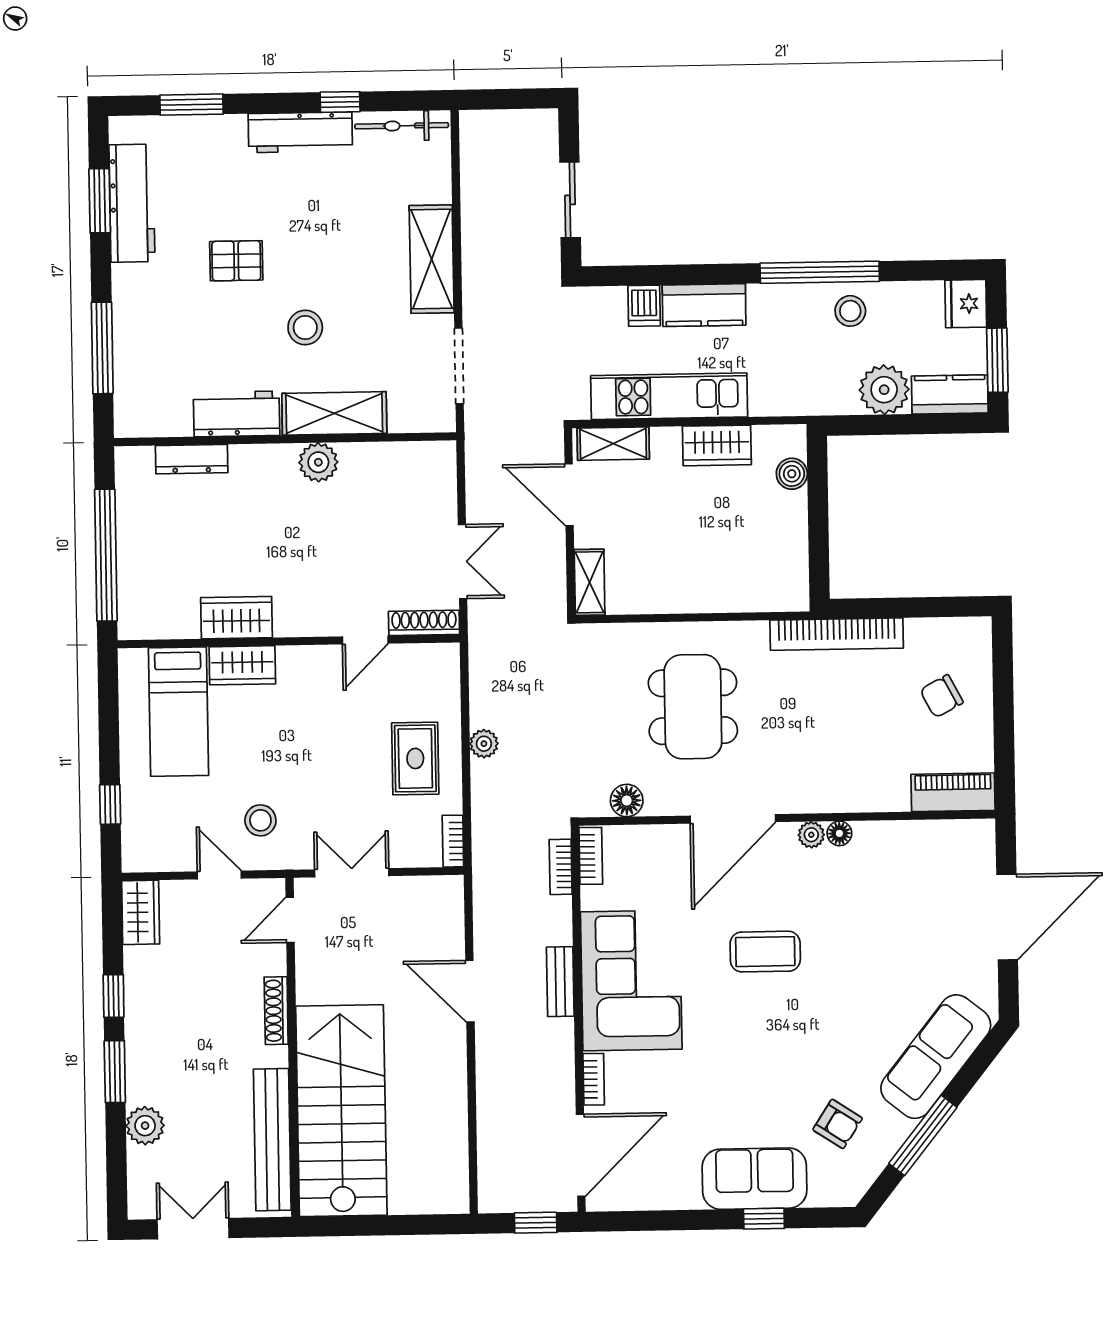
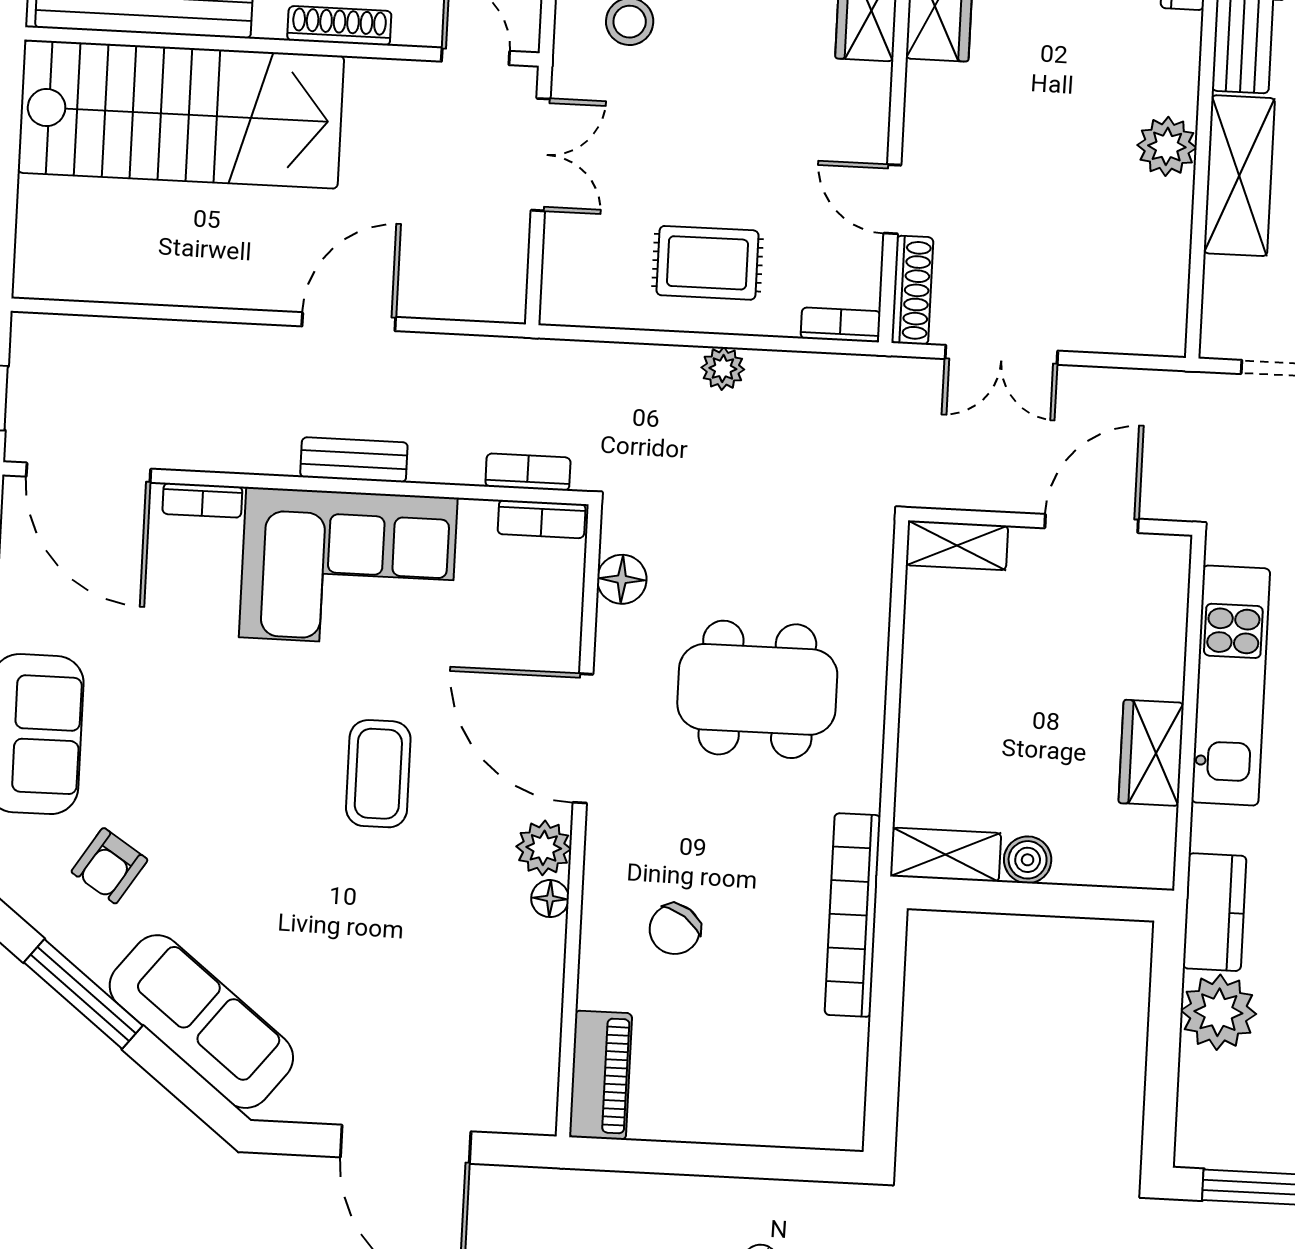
kitchen counter: (950, 394) -> (1215, 912), moved
shelving: (613, 444) -> (946, 855), moved, turned 90
boiler: (792, 474) -> (1028, 860), moved
chair: (942, 696) -> (675, 929), moved, turned -117
plant: (811, 835) -> (544, 848), width x1.38, depth x1.38
bookcase: (453, 841) -> (841, 325), moved

